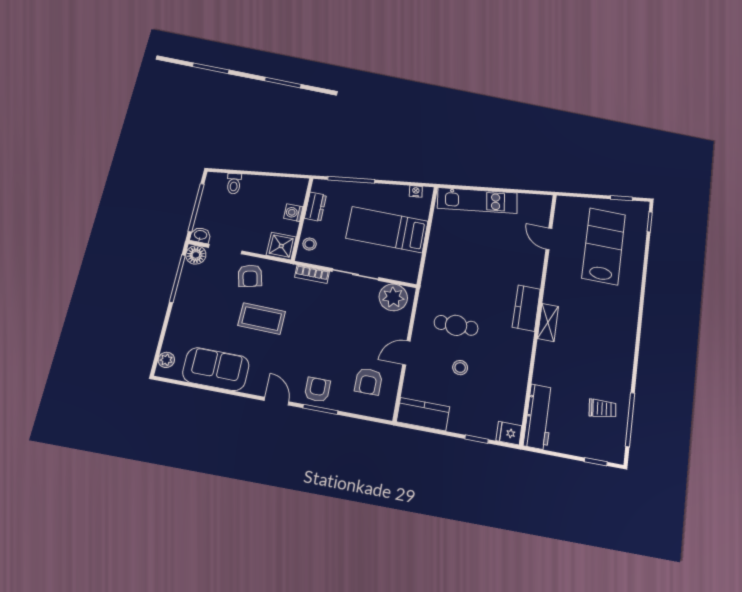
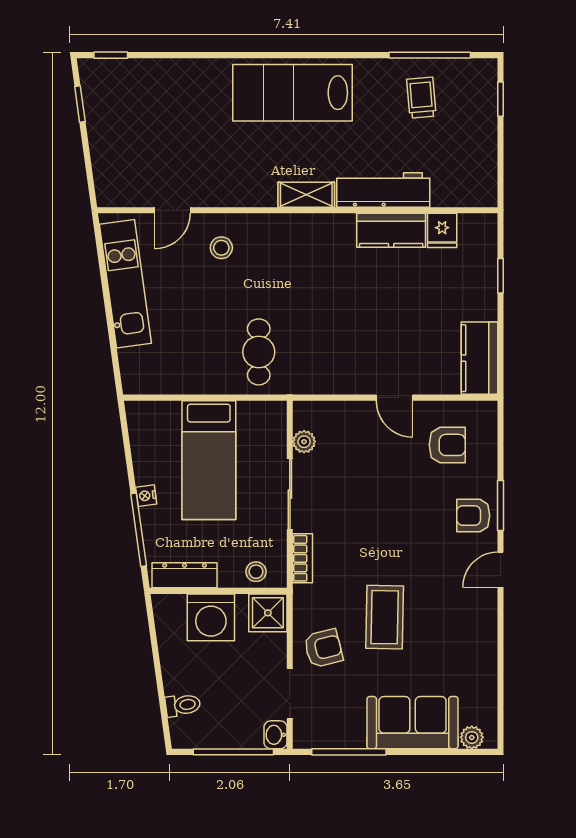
nightstand: (416, 191) -> (146, 496), moved
kitchen unit: (477, 200) -> (125, 284), moved
dresser: (315, 207) -> (185, 575), width x1.44
washing machine: (293, 213) -> (211, 617), width x1.89, depth x1.89
lab bench: (604, 246) -> (293, 93), moved
floor lamp: (196, 255) -> (307, 734), removed
plant: (393, 297) -> (304, 442), width x0.53, depth x0.53
kitchen counter: (526, 308) -> (391, 230), moved
cafe table: (456, 325) -> (259, 352), moved
stool: (460, 368) -> (221, 248), moved
sofa: (216, 369) -> (413, 723), moved, turned 90
workbench: (539, 417) -> (383, 190), moved
fridge: (509, 433) -> (442, 230), moved

